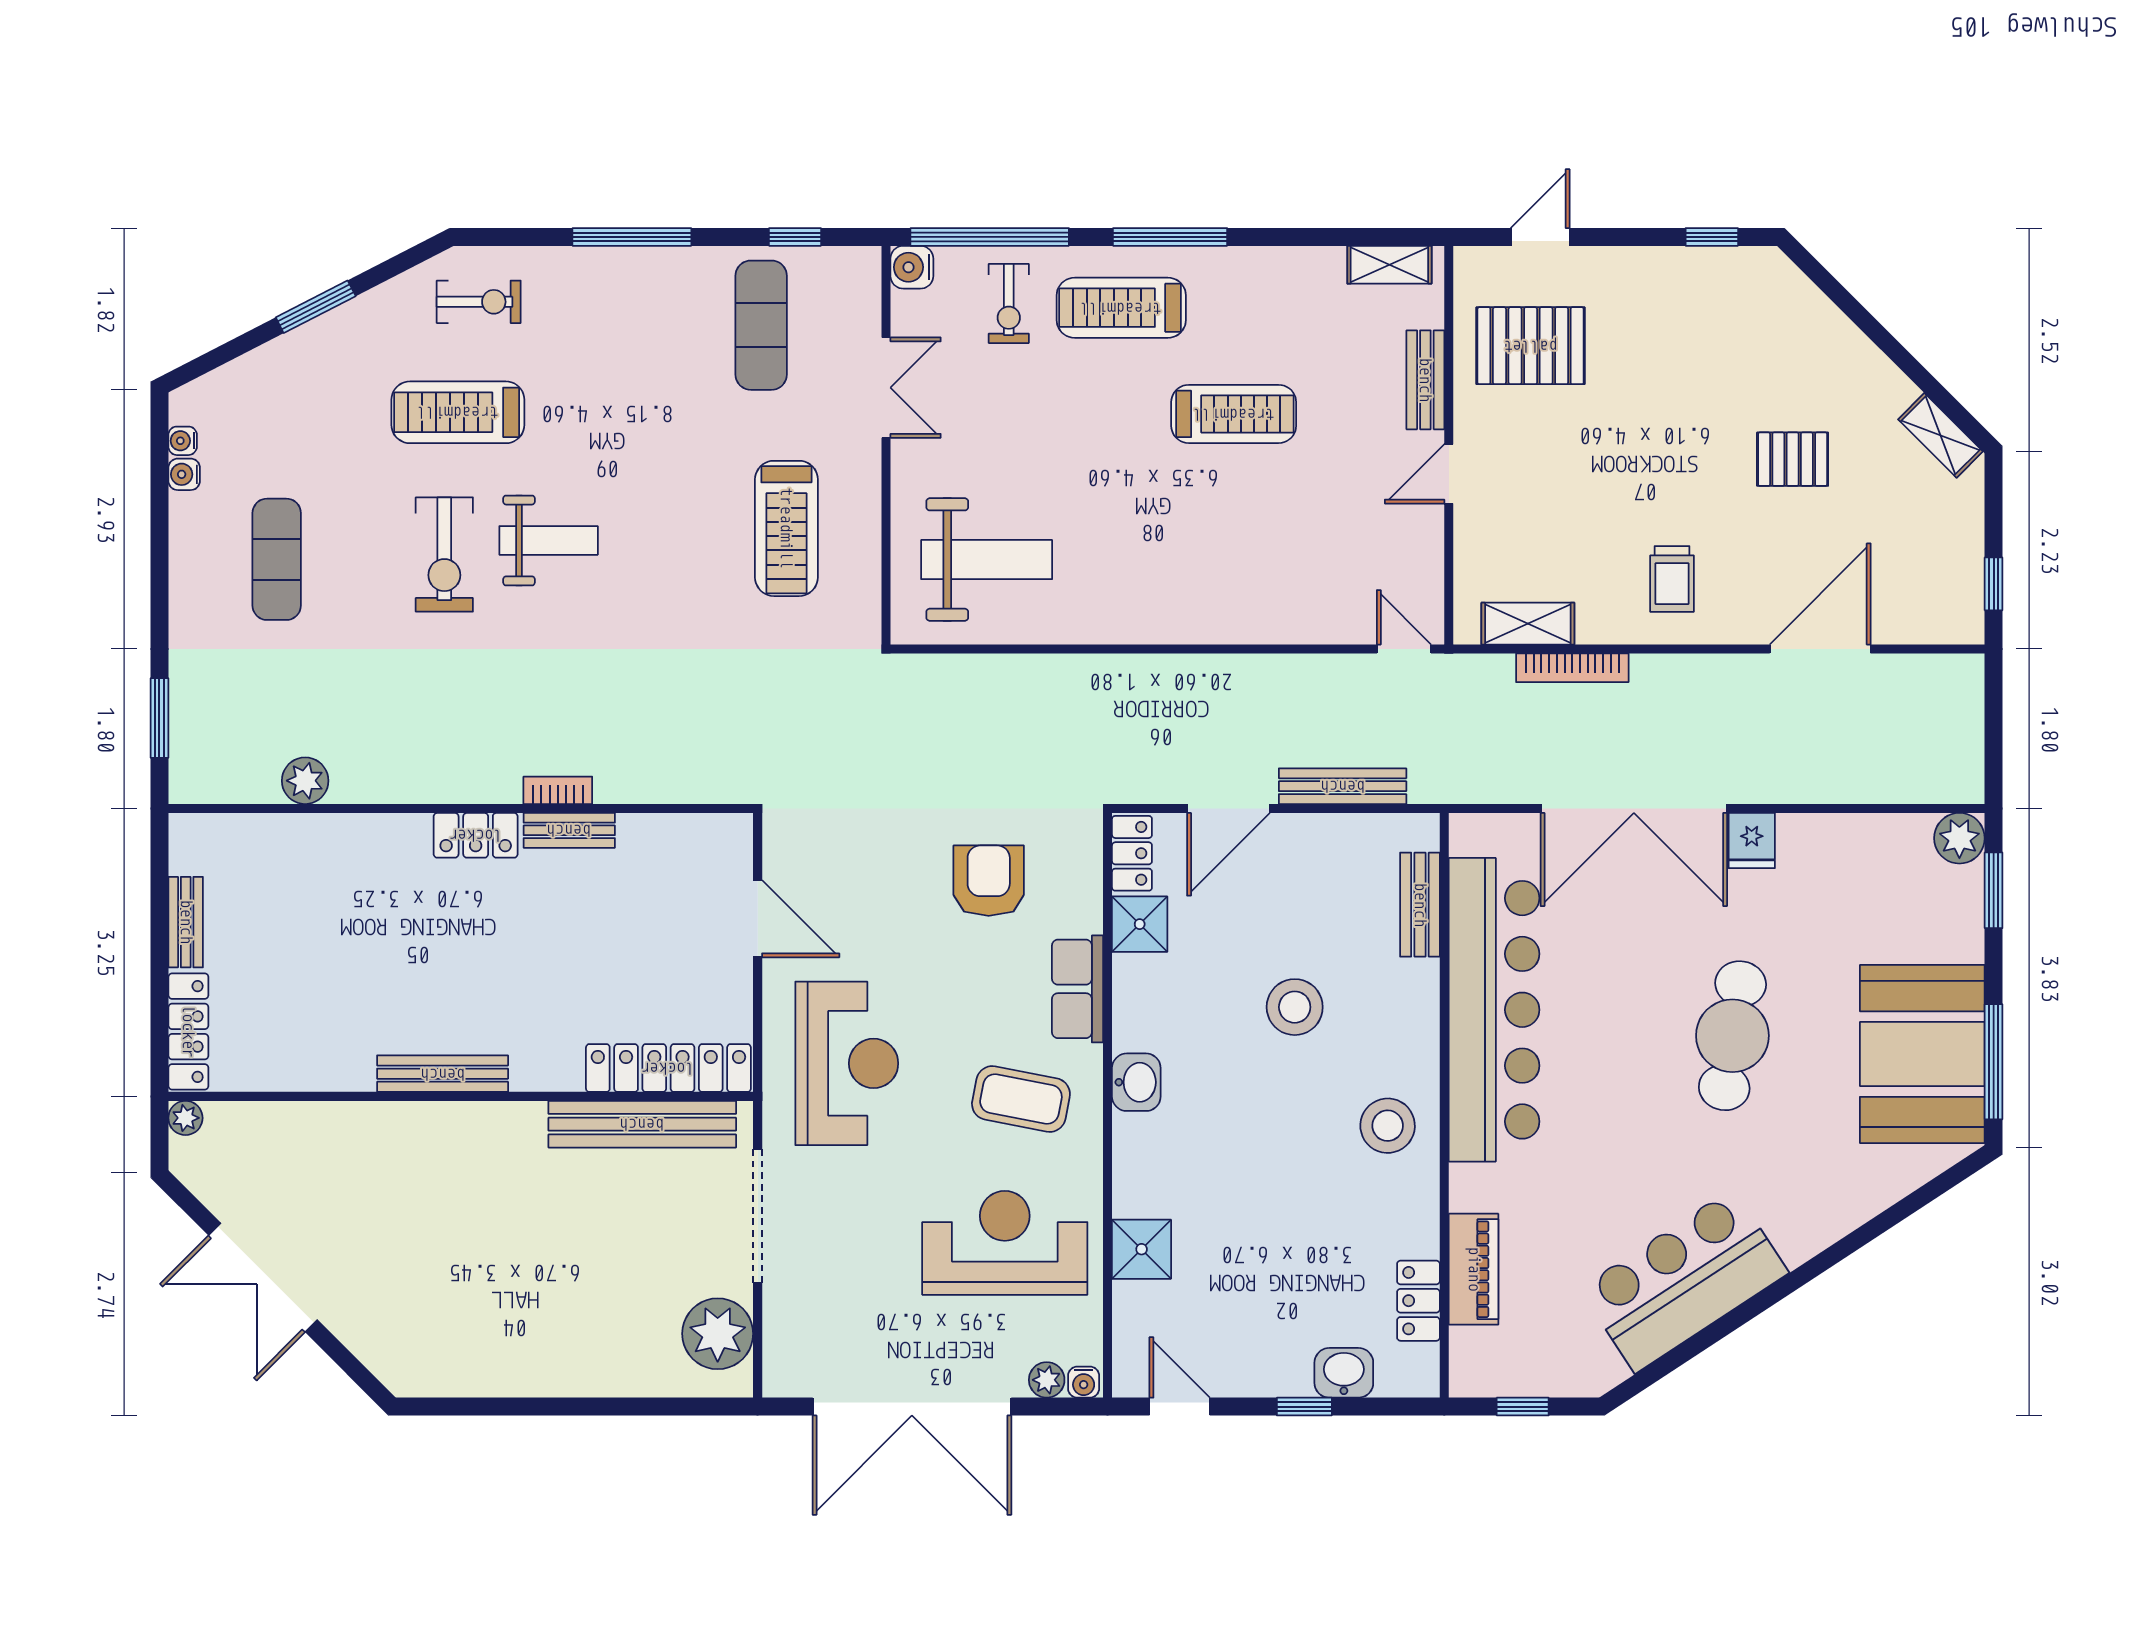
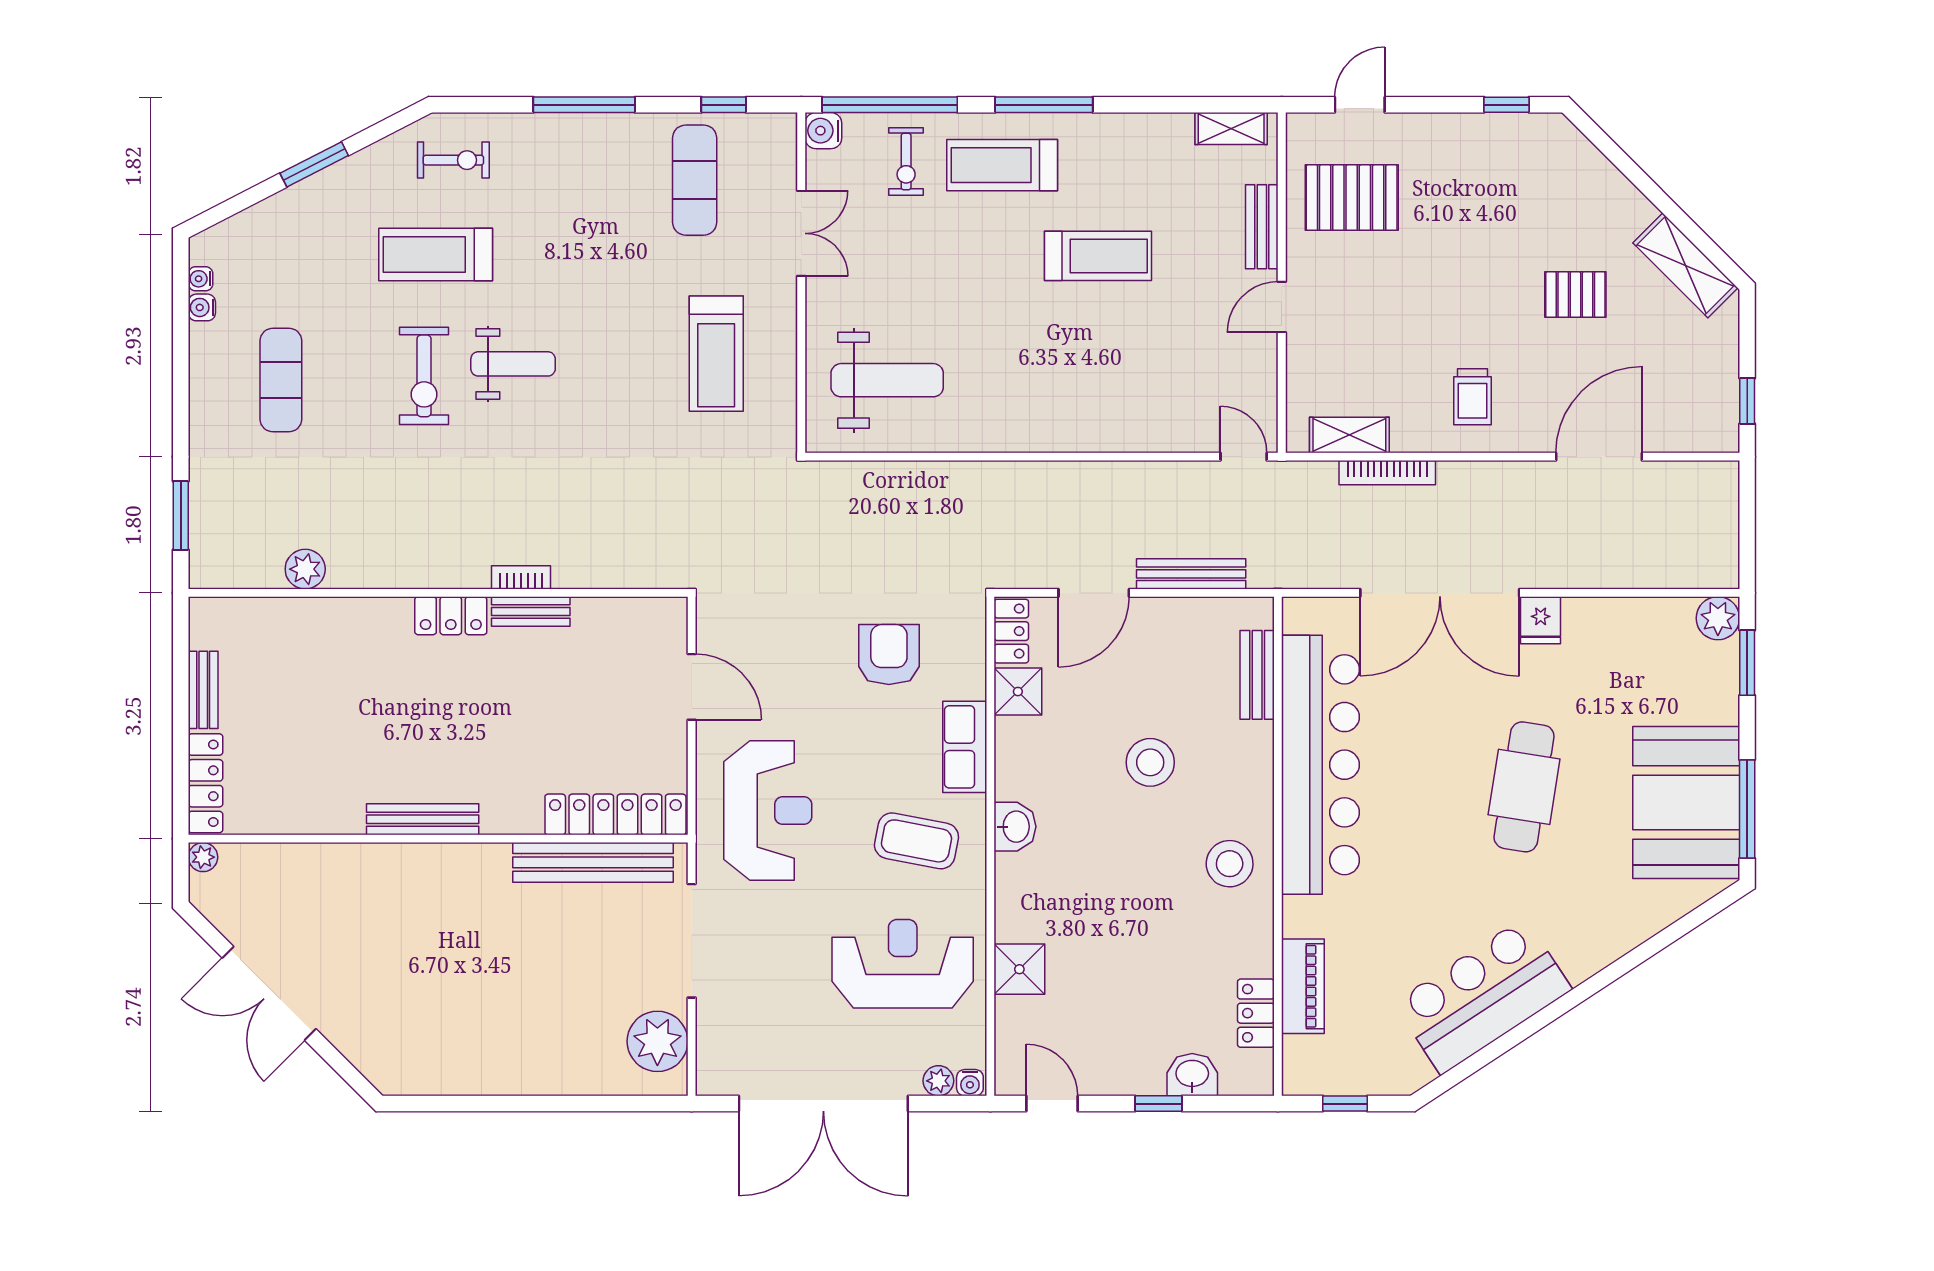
shelving: (1940, 435) -> (1685, 265), width x1.50, depth x1.33

